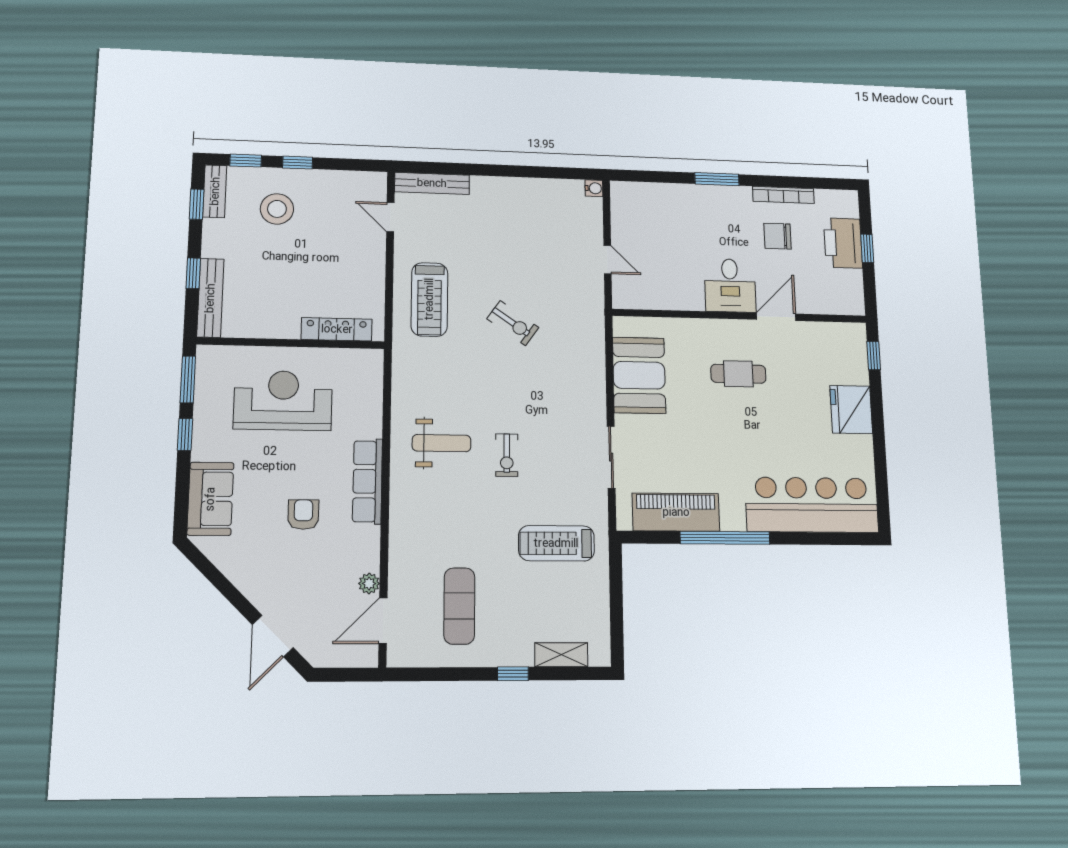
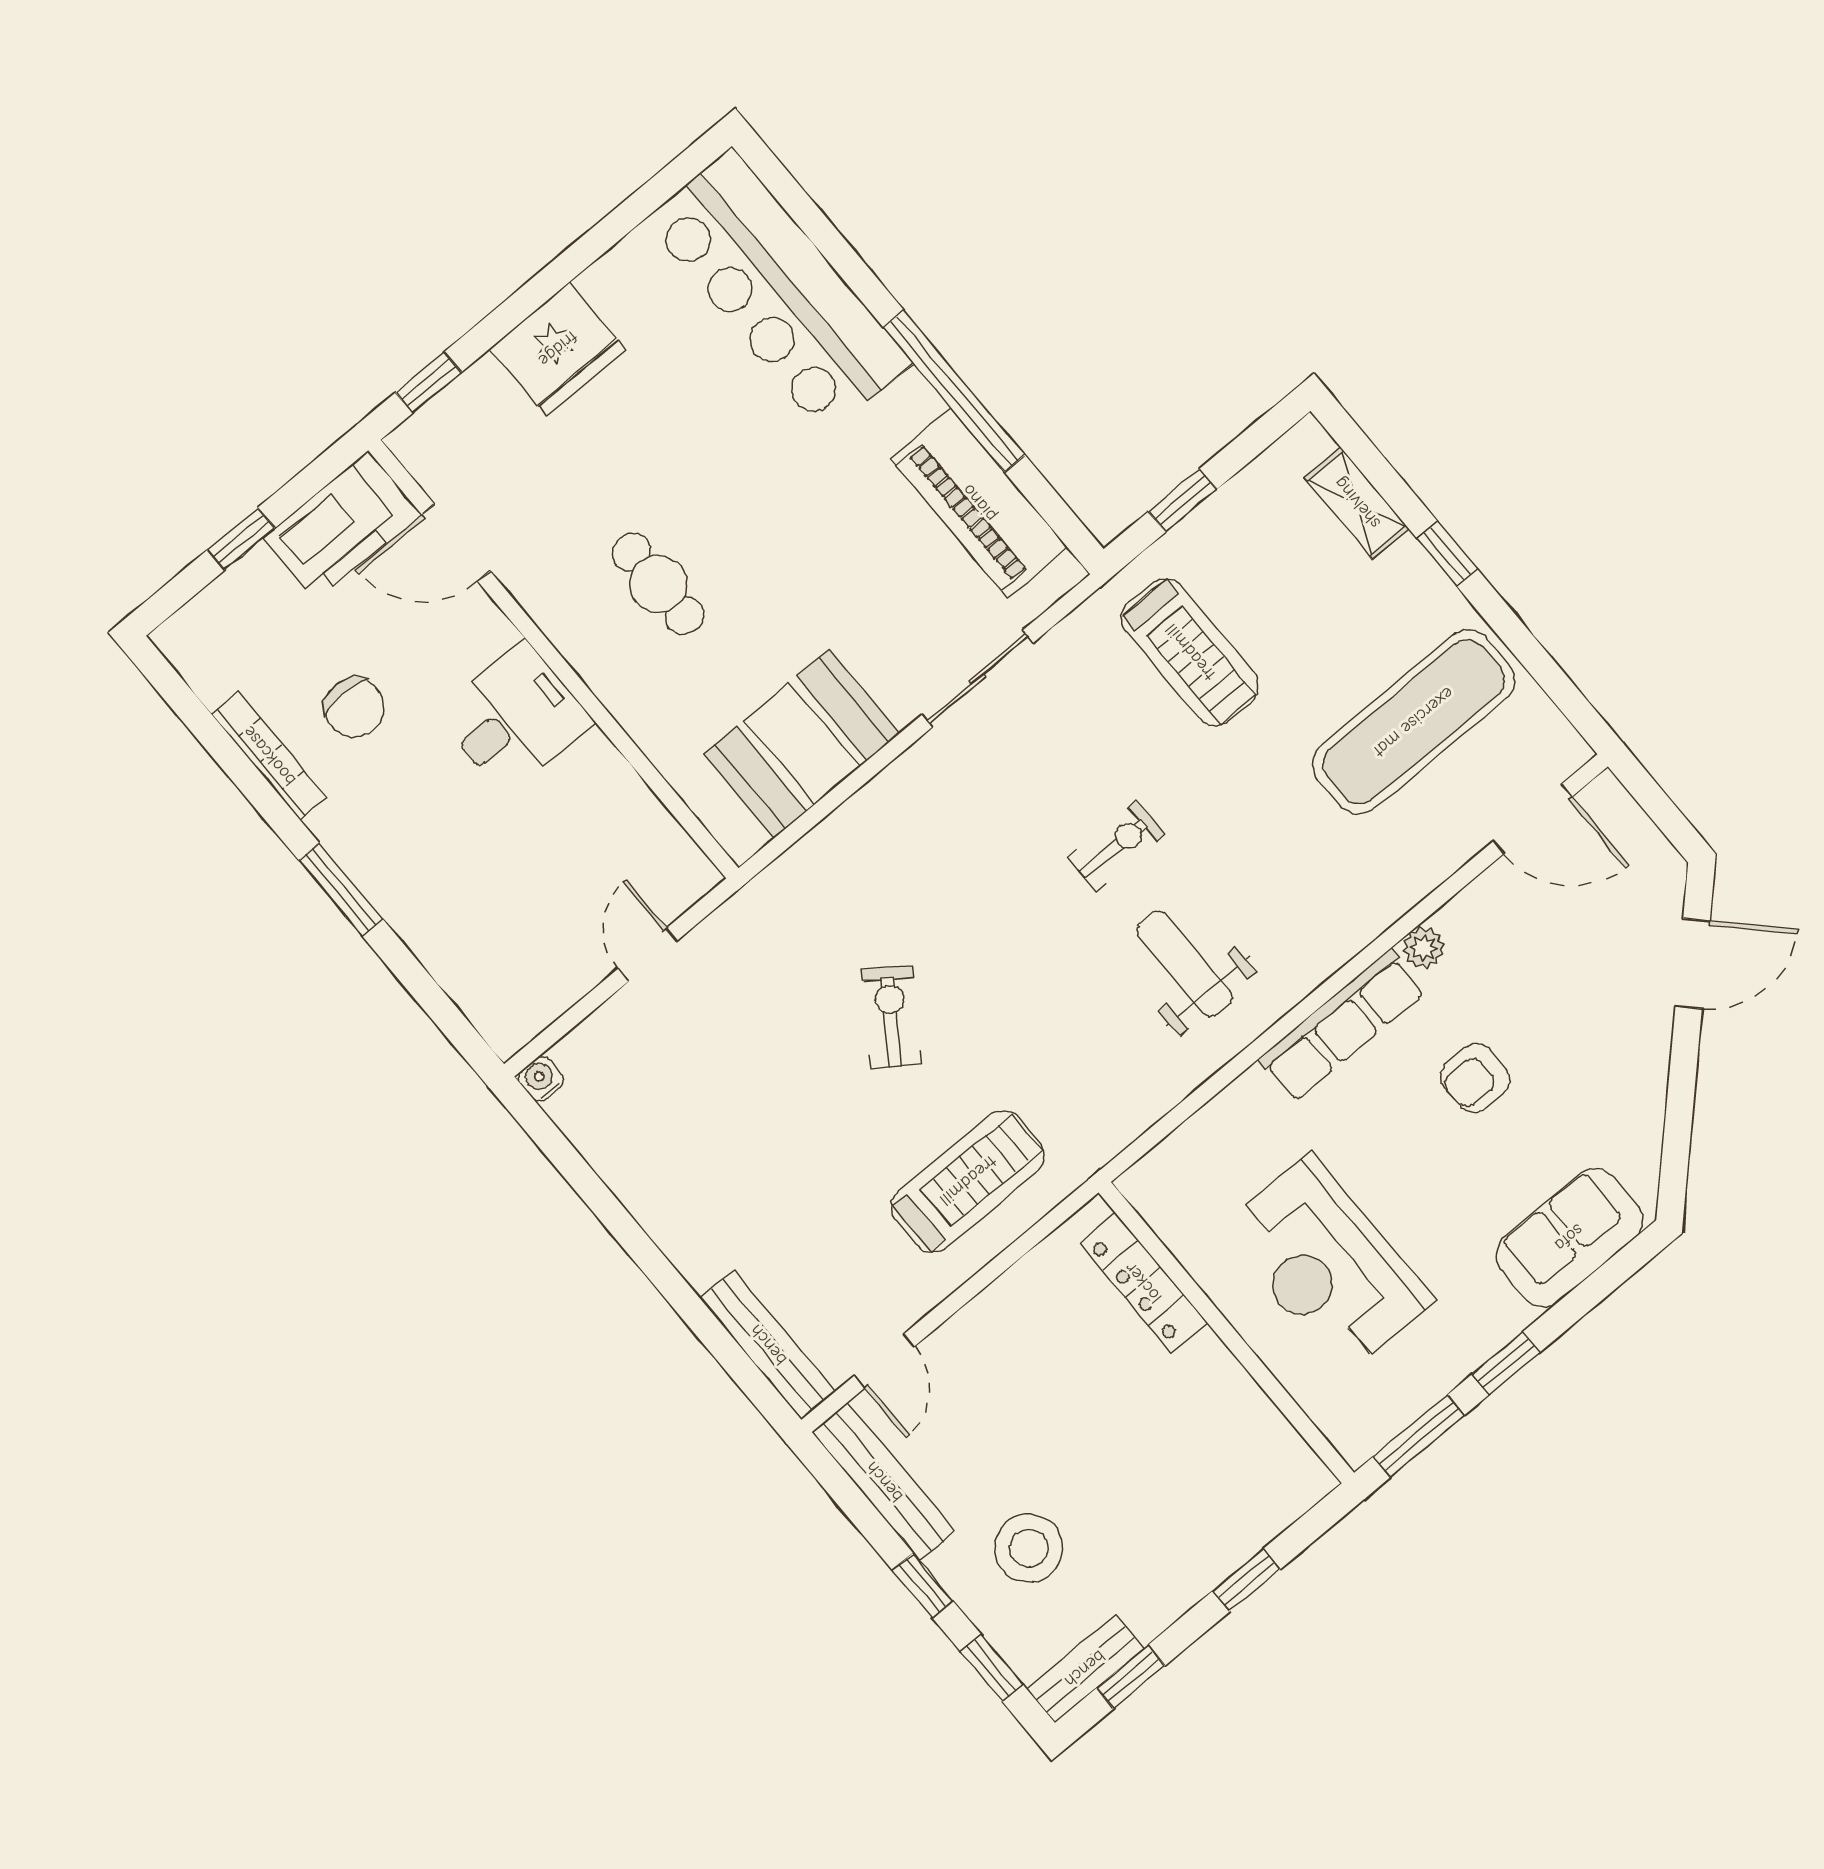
printer: (843, 243) -> (333, 533), moved
bench: (210, 298) -> (884, 1482), moved, turned 90
door: (776, 317) -> (456, 543), moved
plant: (369, 583) -> (1424, 948), moved
window: (616, 589) -> (1183, 500), added
exercise mat: (459, 606) -> (1414, 722), width x1.36, depth x1.45

